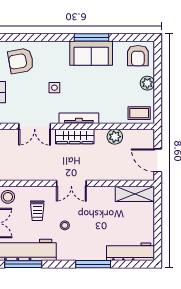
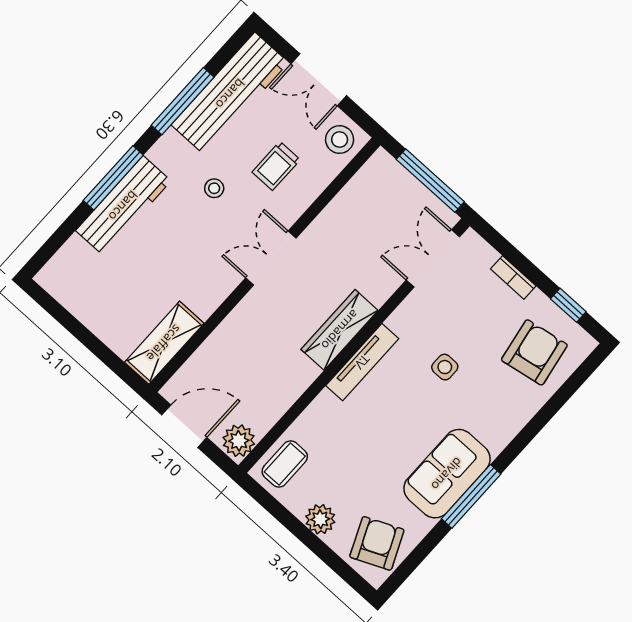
armchair: (138, 56) -> (377, 543), turned 66
double door: (35, 126) -> (433, 258), moved
plant: (115, 137) -> (239, 441), moved
trolley: (37, 211) -> (276, 166), turned -90
workbench: (130, 252) -> (123, 206), moved
window: (23, 264) -> (183, 101), moved

